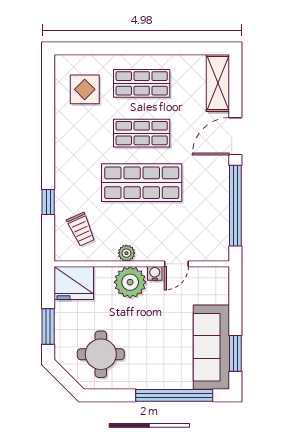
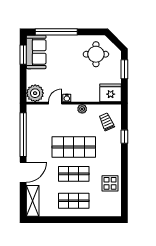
display table: (85, 89) -> (110, 183), moved
plant: (130, 282) -> (35, 93), moved
sofa: (211, 347) -> (36, 52), width x0.73

